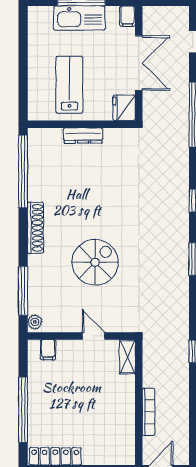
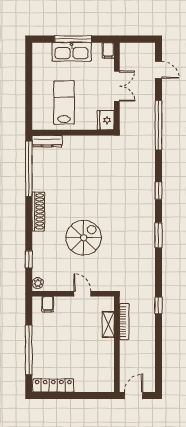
double door: (139, 63) -> (117, 86), width x0.73
dresser: (83, 136) -> (47, 141), moved
window: (23, 291) -> (29, 259), width x0.46
shelving: (127, 357) -> (108, 325), moved
bookcase: (148, 412) -> (124, 322), moved

